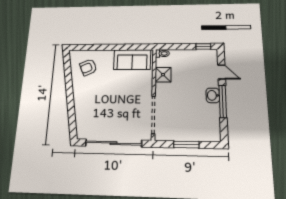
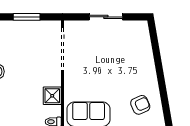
sliding door: (113, 143) -> (106, 17), width x0.54

